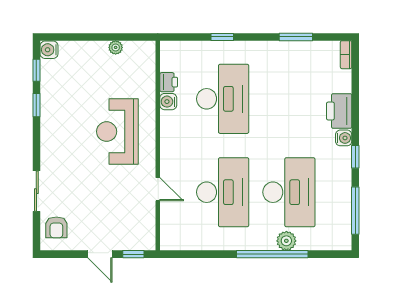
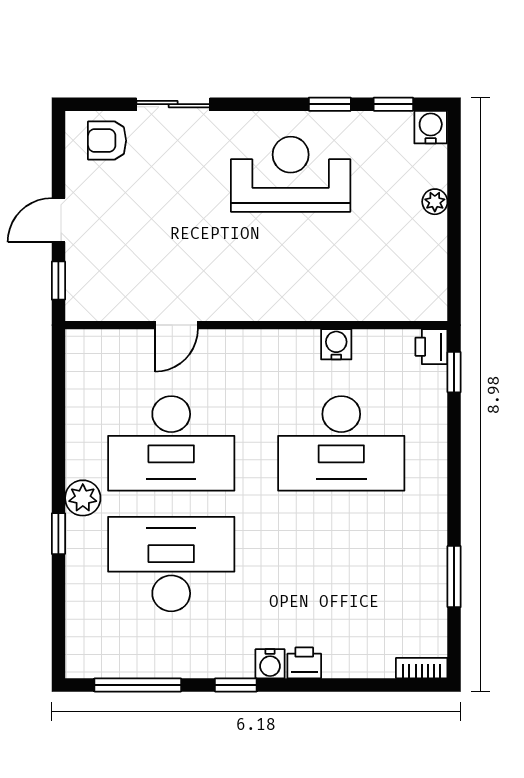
window: (222, 37) -> (454, 372), moved
plant: (116, 47) -> (435, 202), moved
printer: (169, 82) -> (431, 347), moved, turned 90
printer: (339, 111) -> (304, 663), width x0.53, depth x0.68
reception desk: (117, 132) -> (291, 174), moved
desk: (289, 192) -> (171, 564), turned 180
plant: (286, 241) -> (83, 498), moved
window: (272, 254) -> (58, 534), width x0.32

